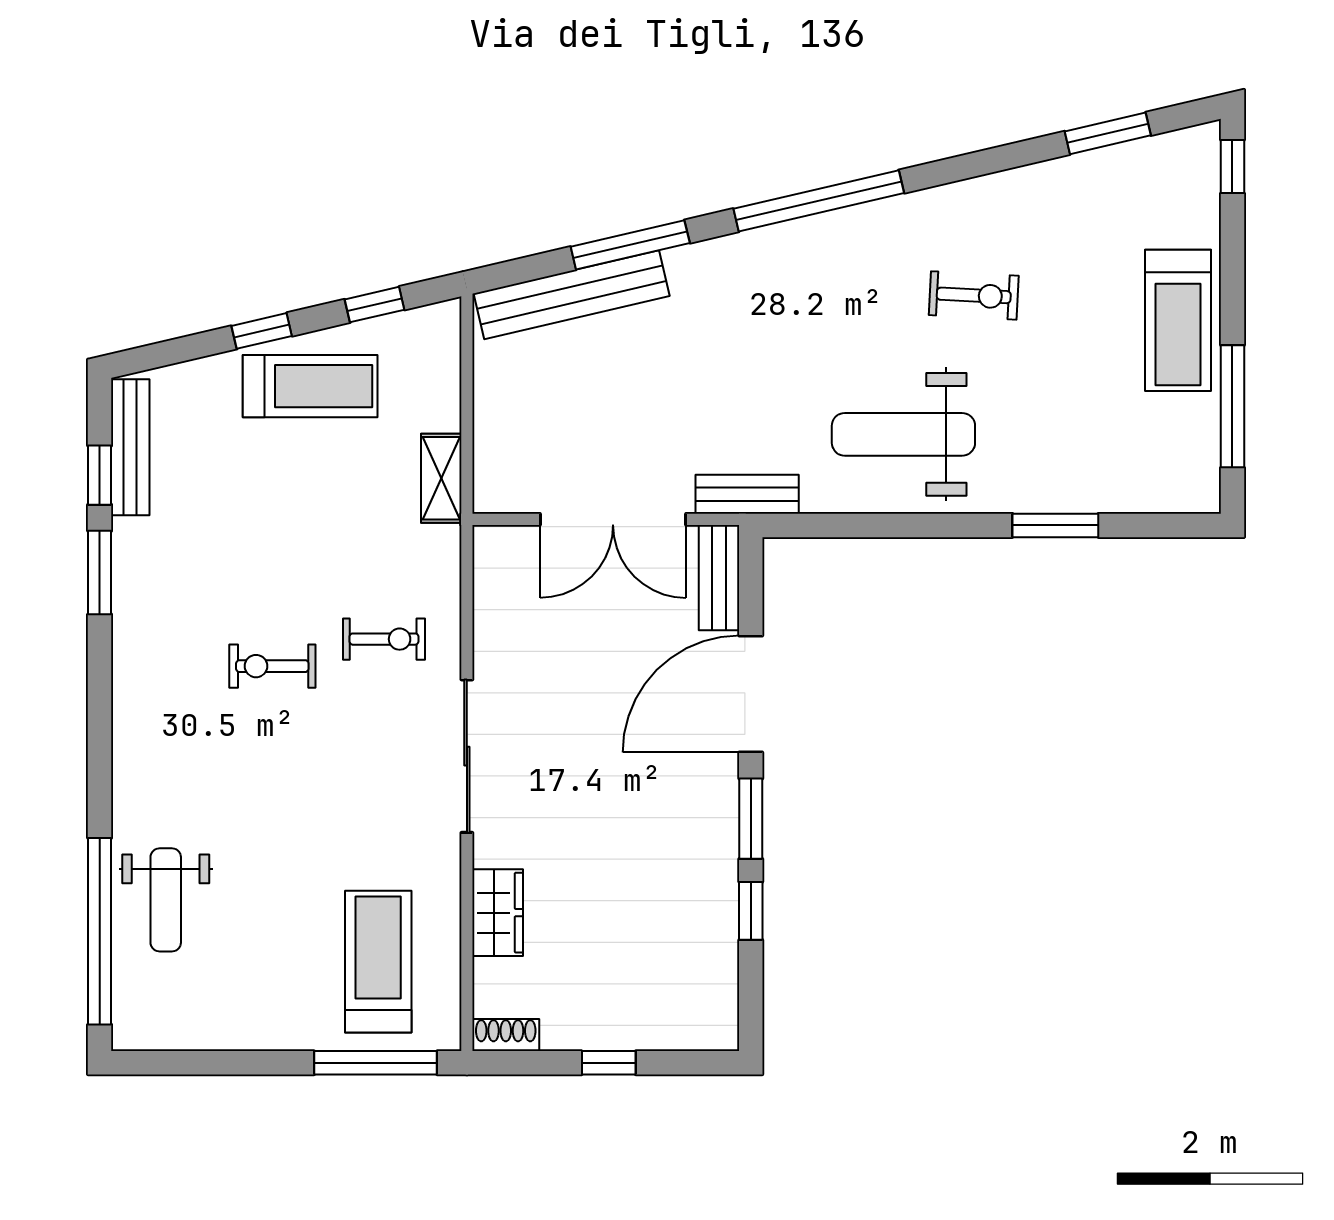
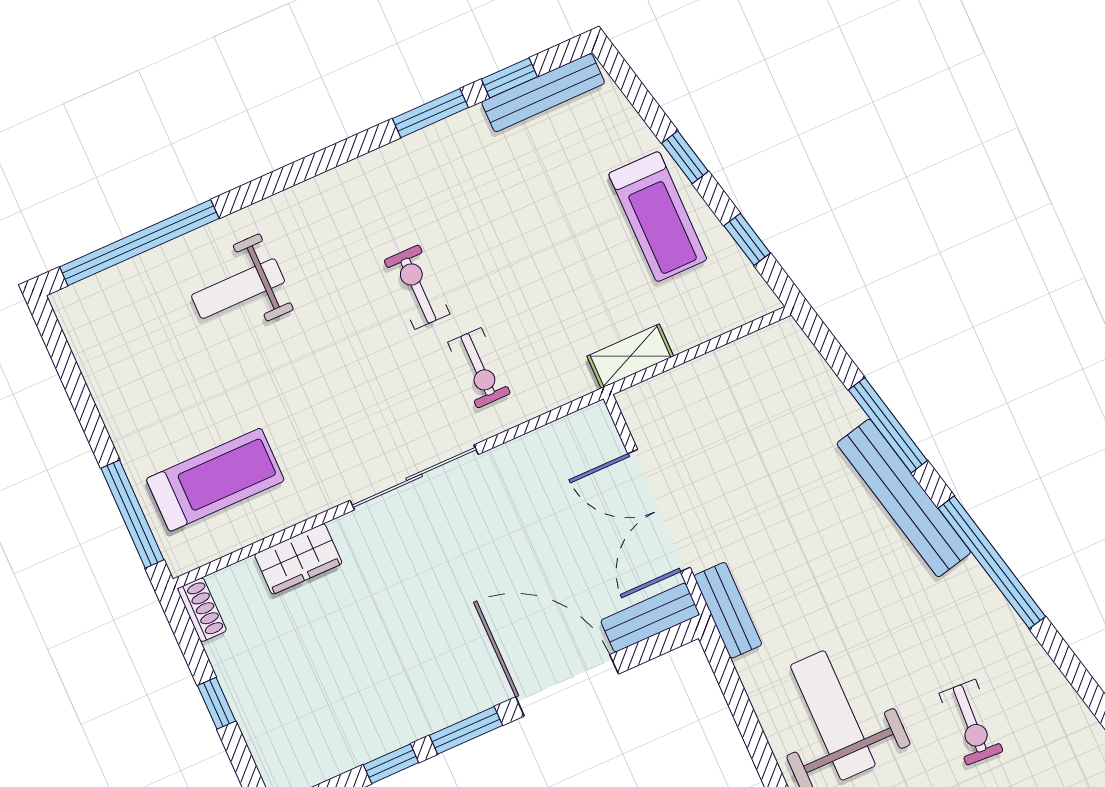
bench: (572, 295) -> (904, 498), moved
weight bench: (166, 900) -> (238, 289), moved

